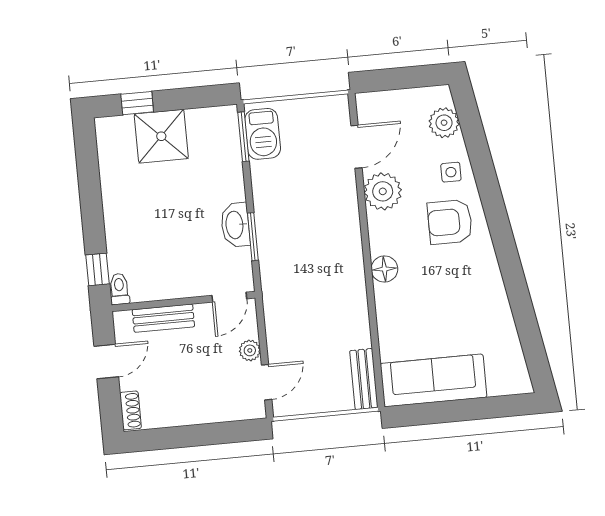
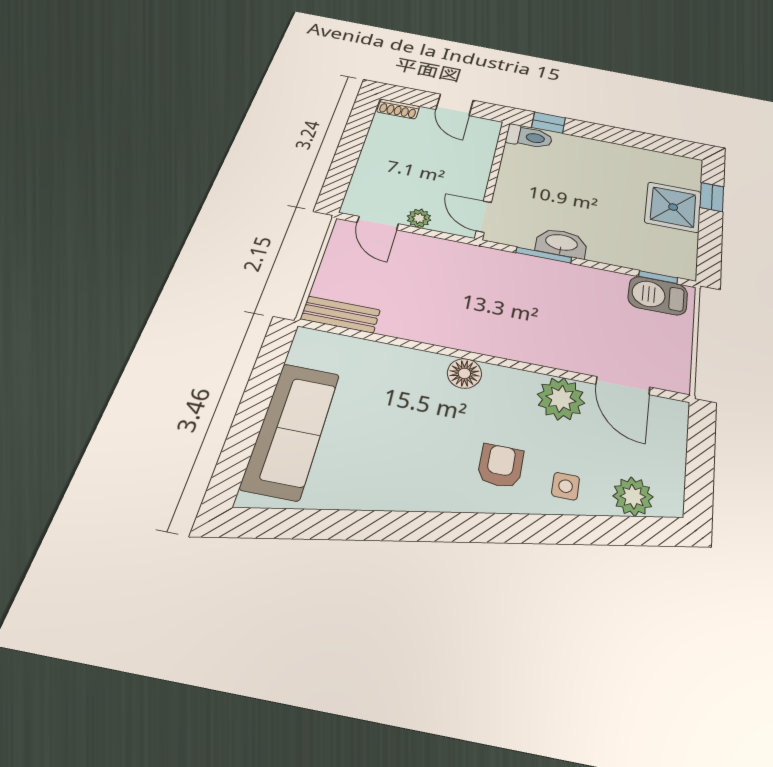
window: (243, 137) -> (658, 277), width x0.67
armchair: (450, 222) -> (501, 466), width x0.72, depth x0.72
toilet: (119, 289) -> (529, 137), width x1.37, depth x1.39
bench: (163, 318) -> (481, 158), removed
sofa: (433, 380) -> (291, 430), moved

